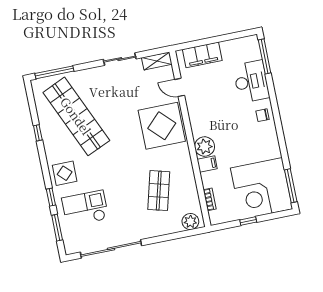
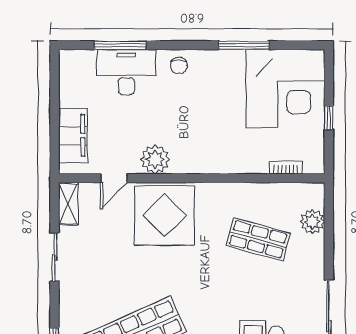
window: (265, 56) -> (120, 45), moved
plant: (205, 147) -> (155, 159), moved
filing cabinet: (207, 164) -> (234, 161), removed
window: (291, 186) -> (244, 45), moved
plant: (190, 222) -> (312, 222), moved

